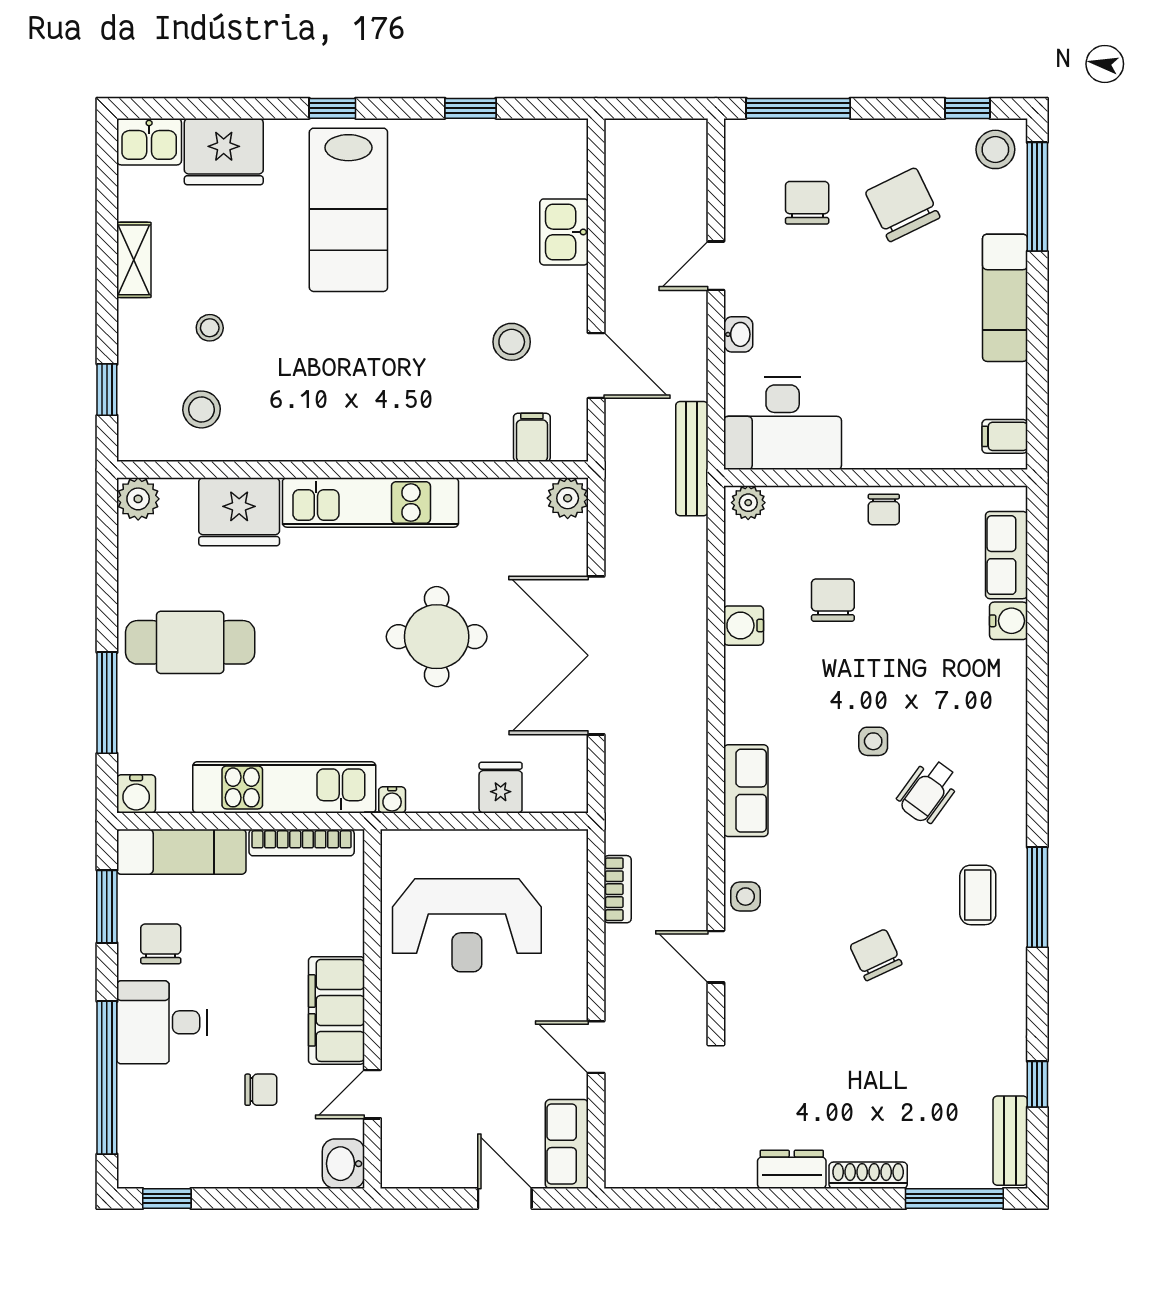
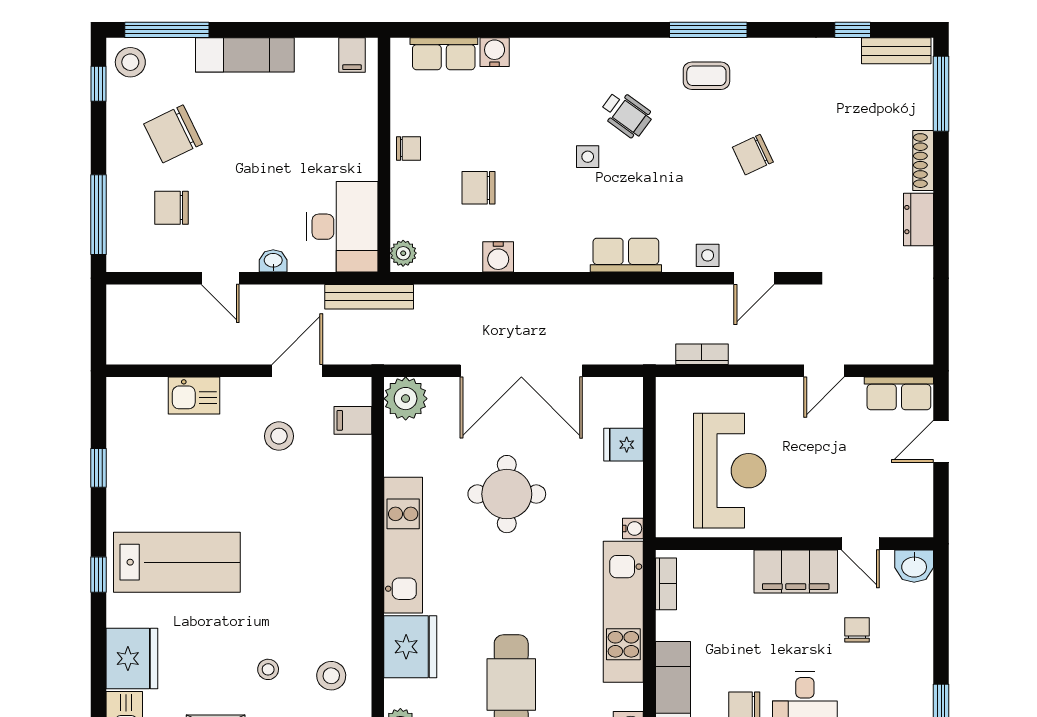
plant: (568, 498) -> (406, 399), width x1.36, depth x1.36
bookcase: (302, 843) -> (666, 584), width x0.64

